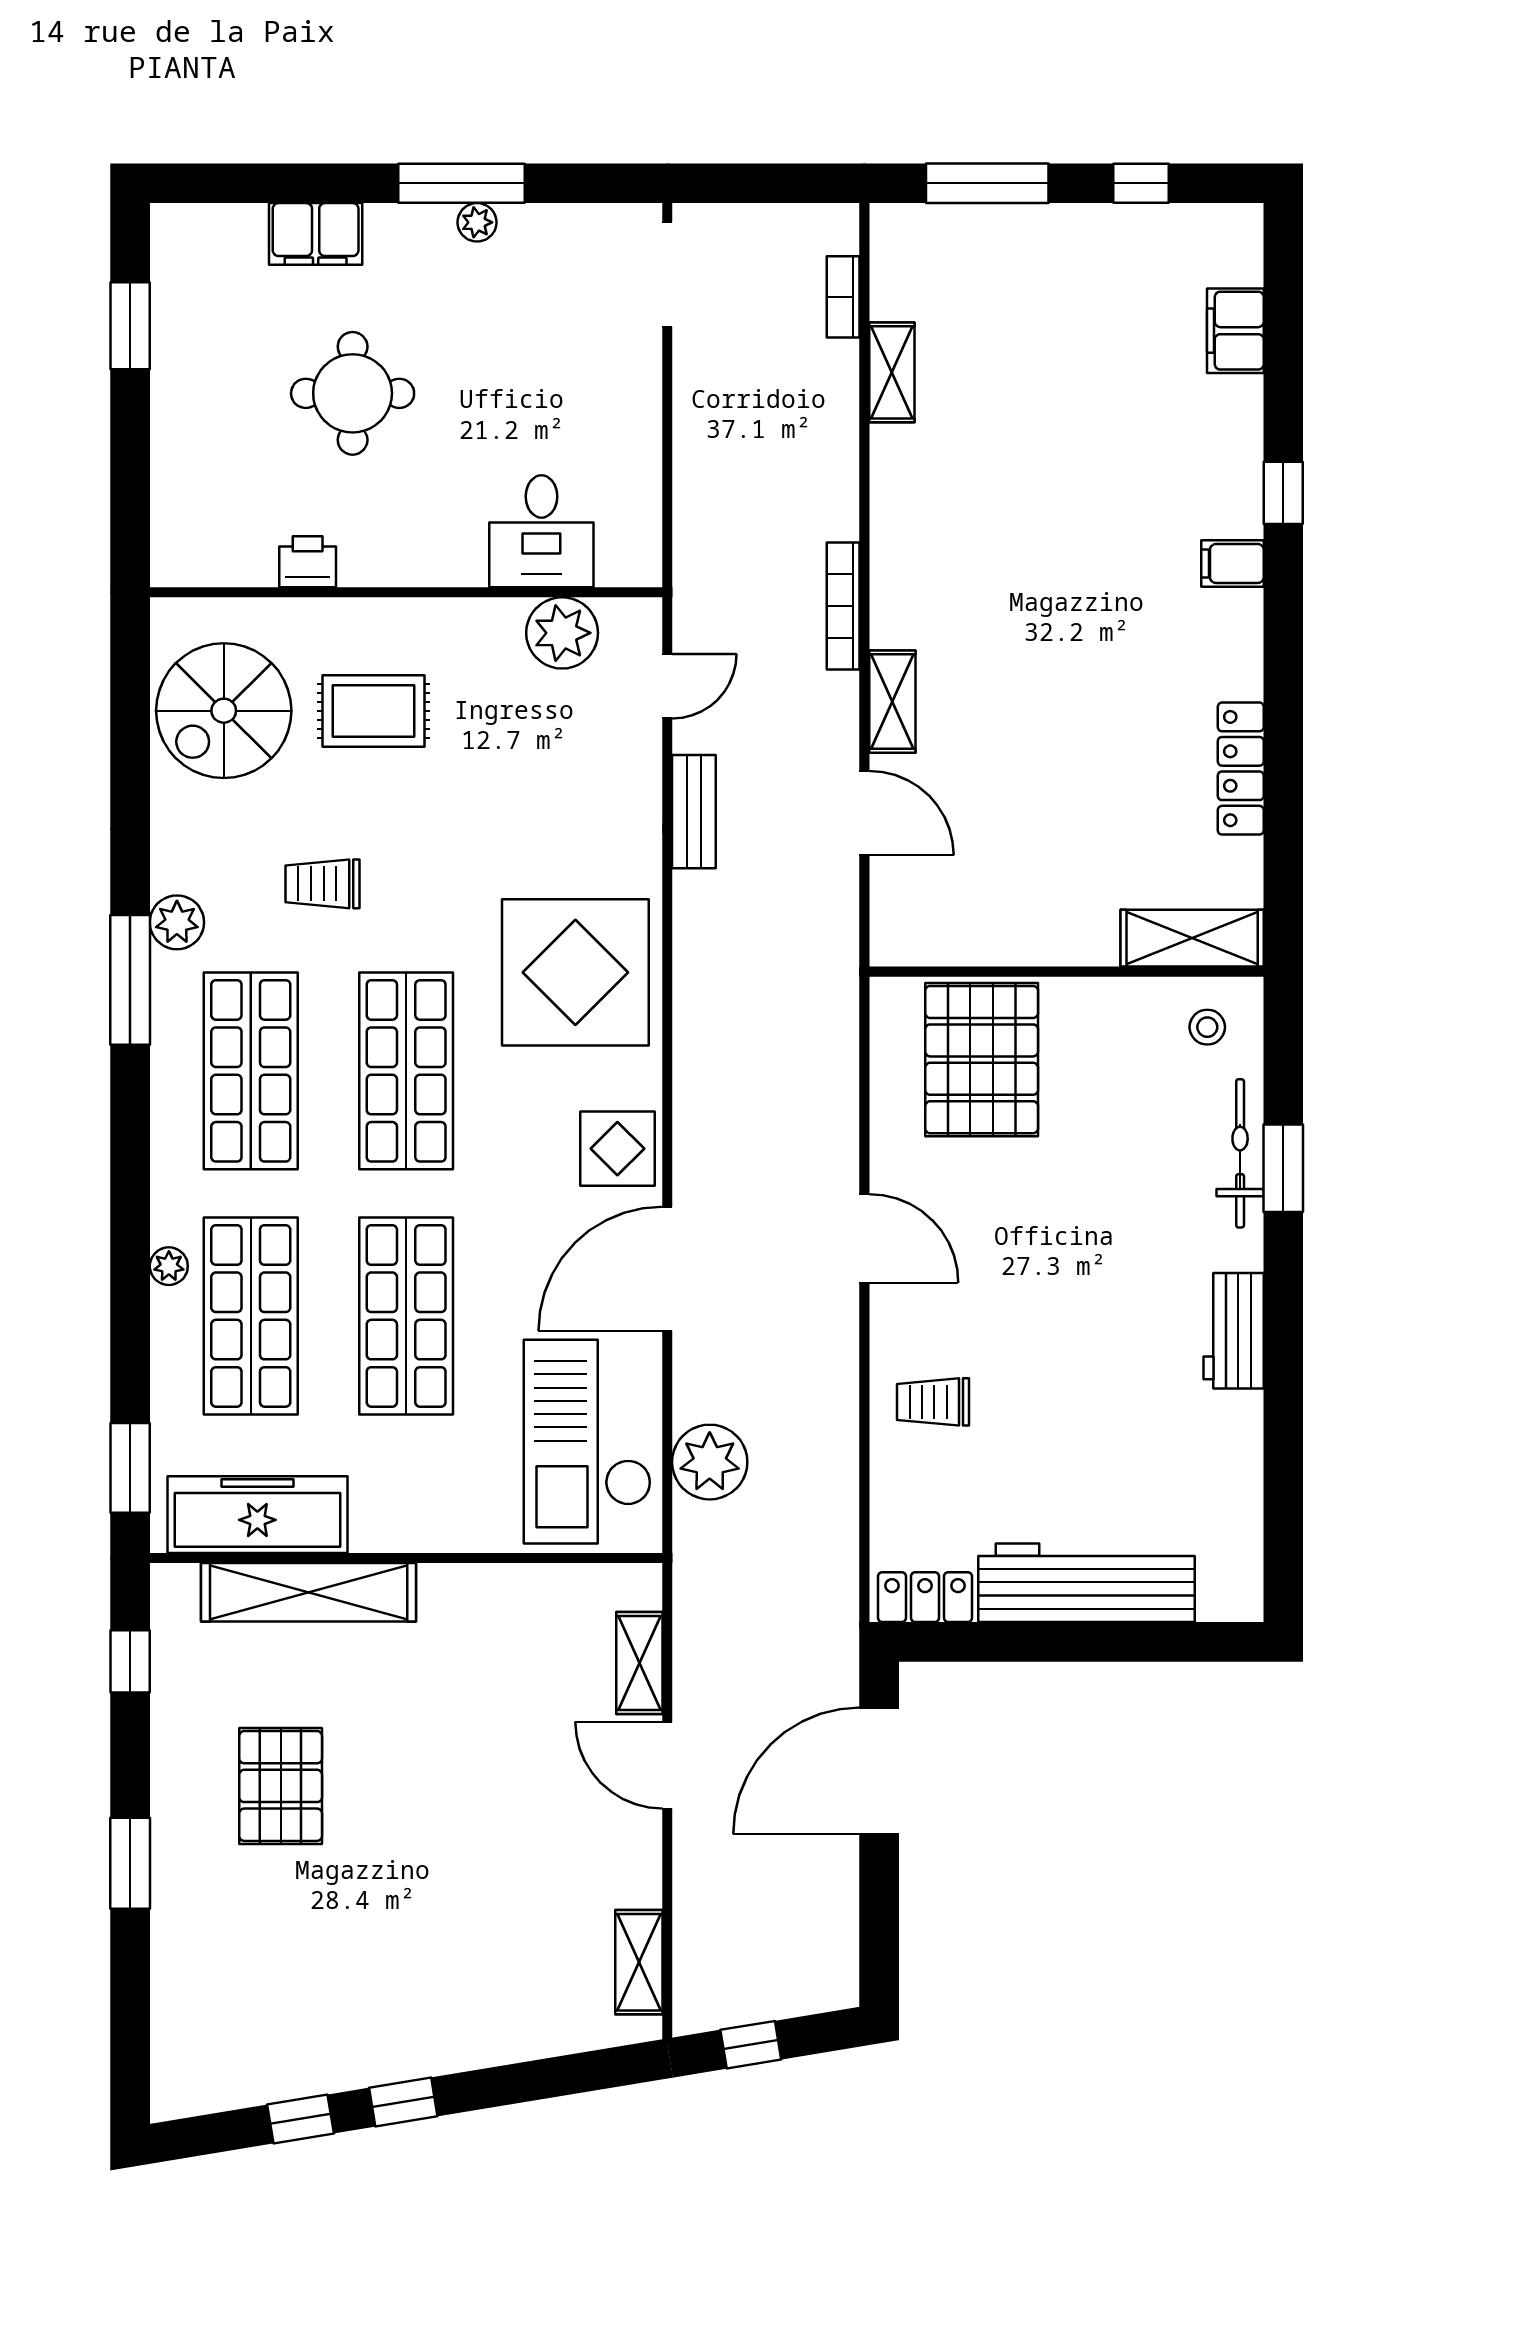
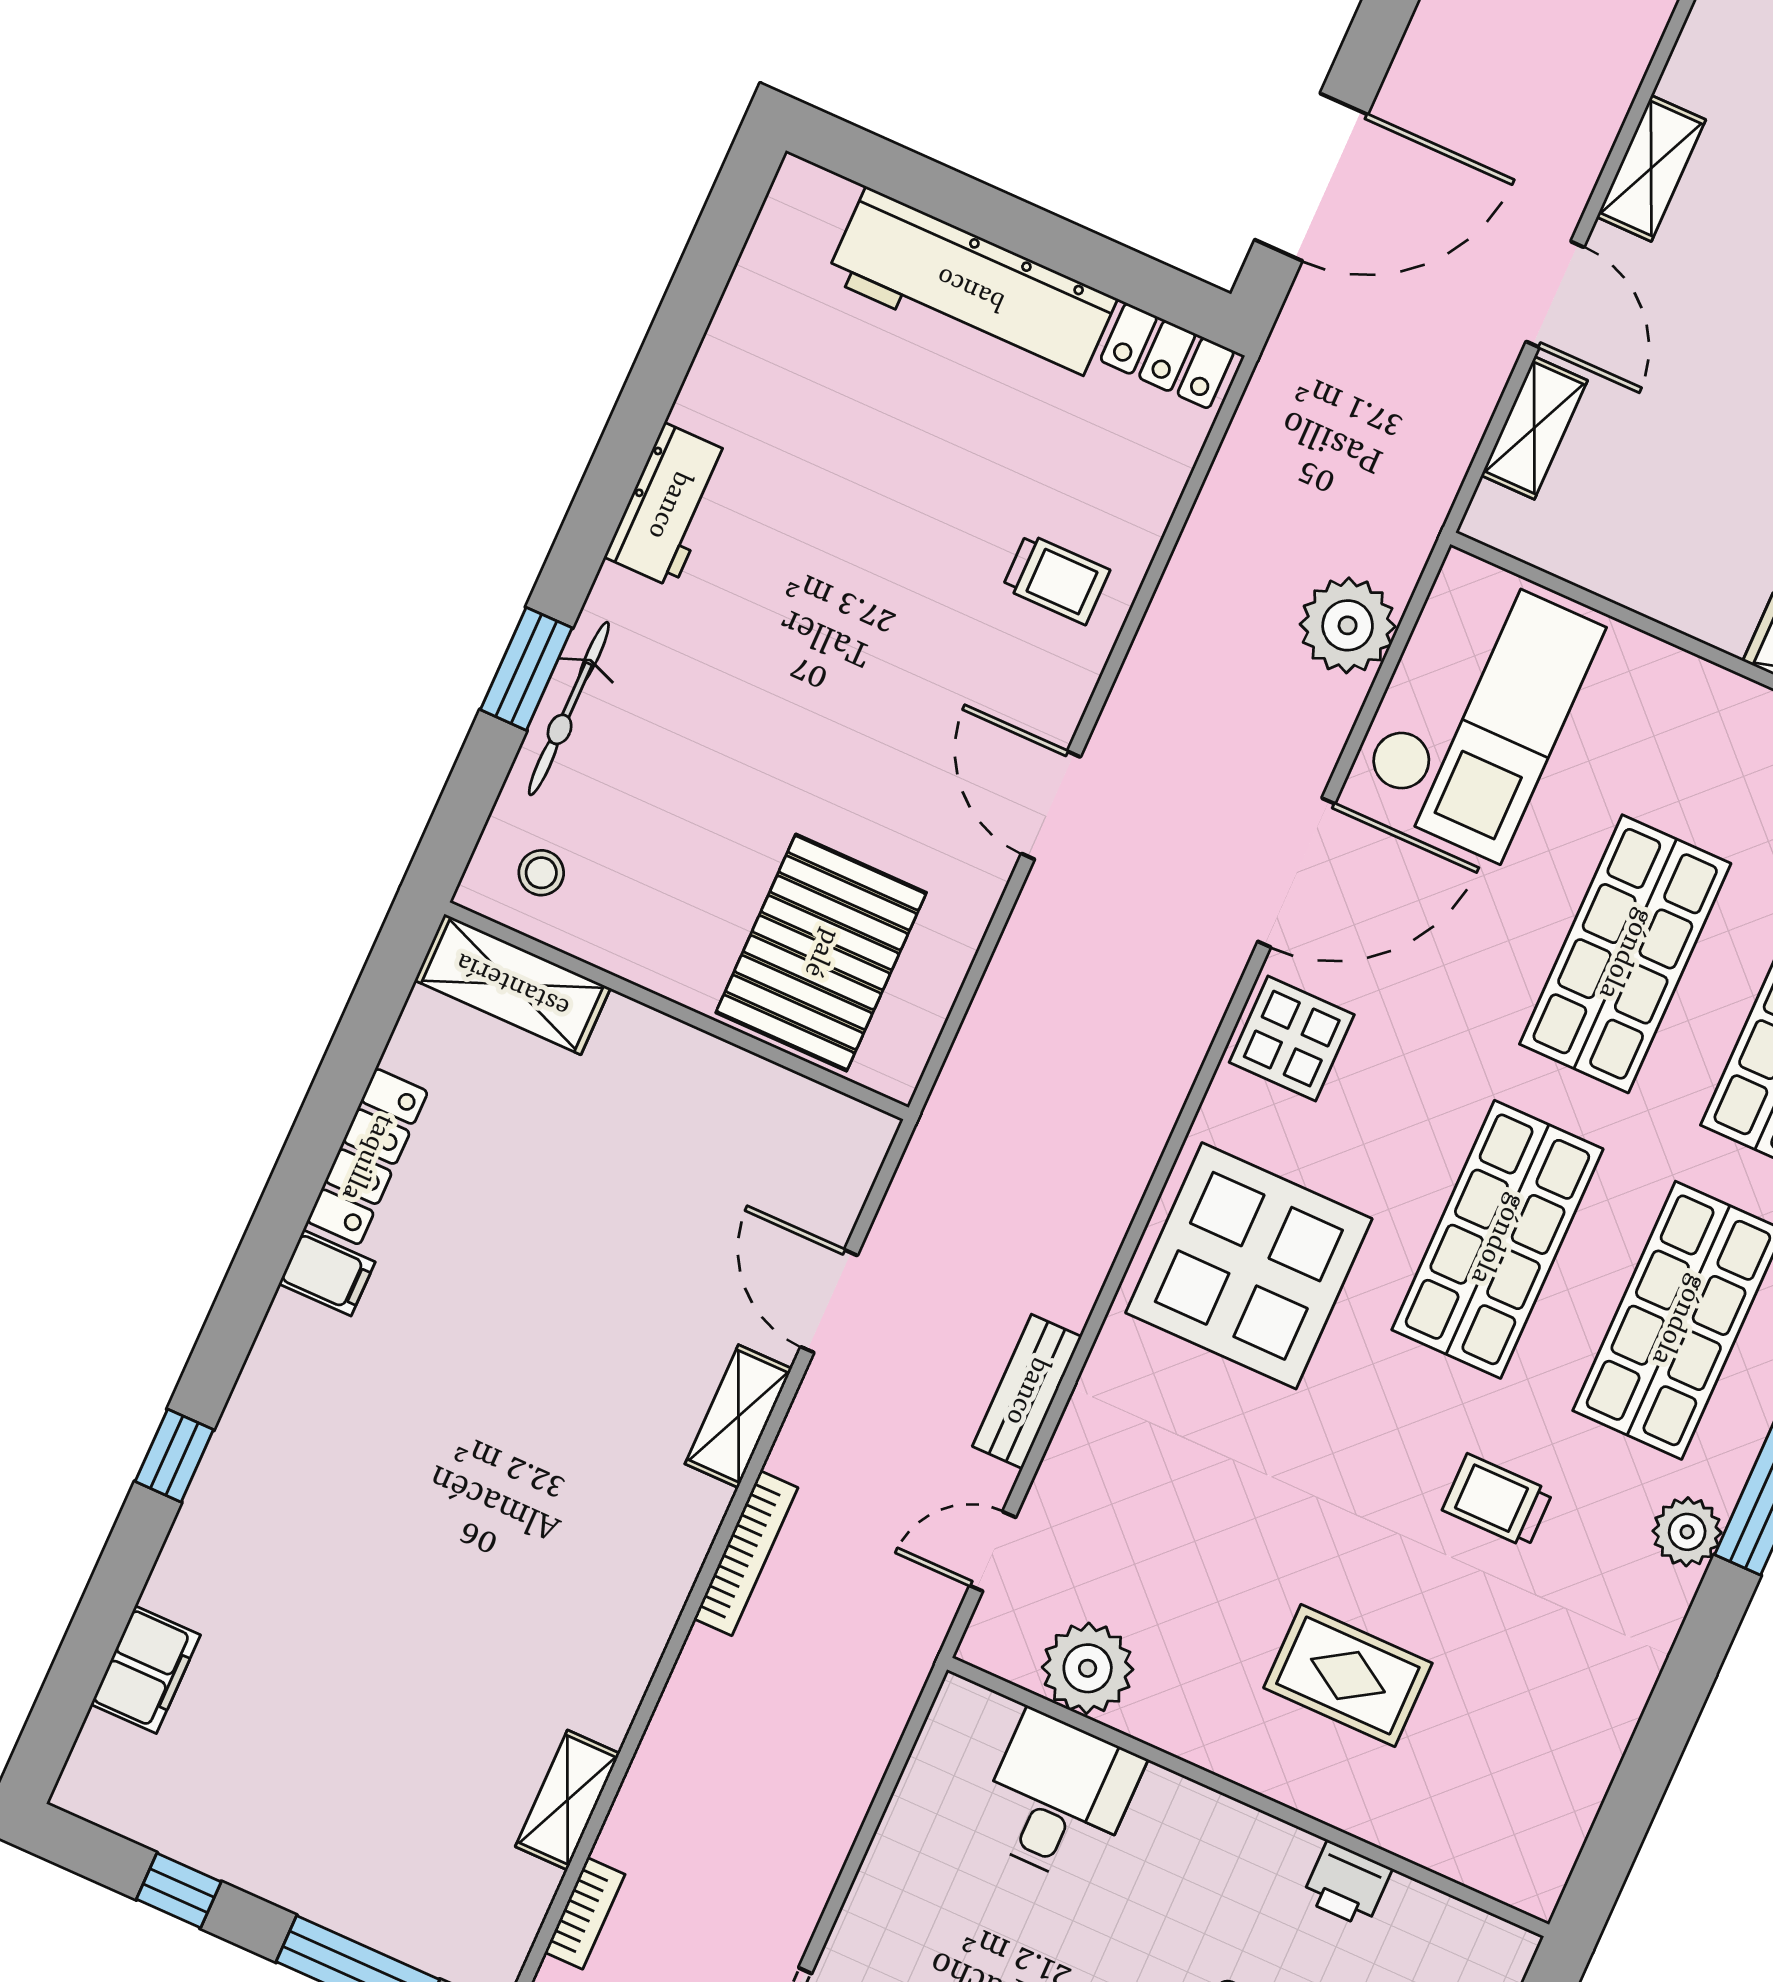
filing cabinet: (1232, 563) -> (327, 1273), moved
spiral stairs: (224, 711) -> (1522, 1754), removed
trolley: (322, 884) -> (1497, 1501), turned 180
shelving: (639, 1962) -> (1651, 168), moved

